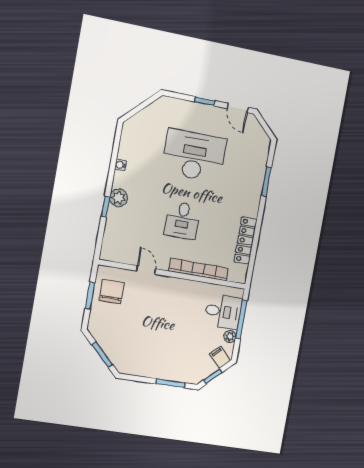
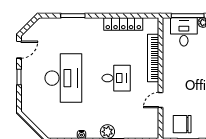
desk: (194, 156) -> (63, 78), turned 180

